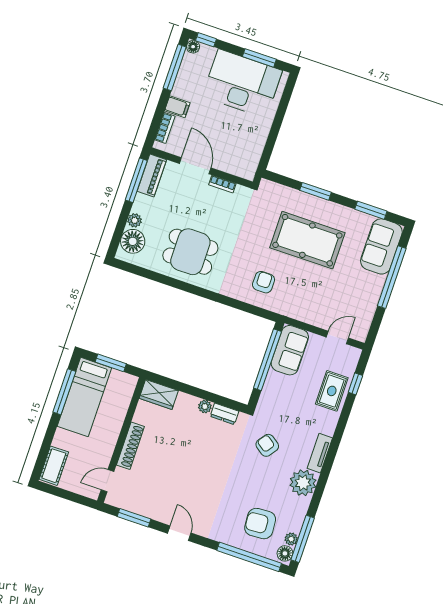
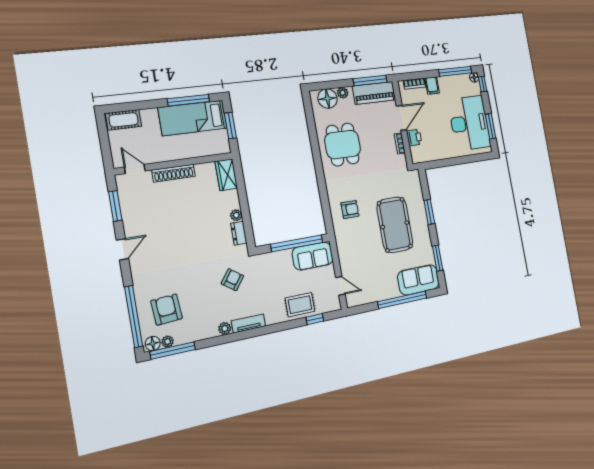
printer: (224, 163) -> (414, 138), added
piano: (152, 176) -> (374, 93), width x1.37, depth x1.33
plant: (303, 483) -> (225, 329), width x0.53, depth x0.53

